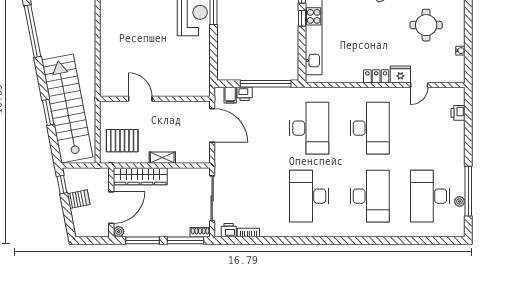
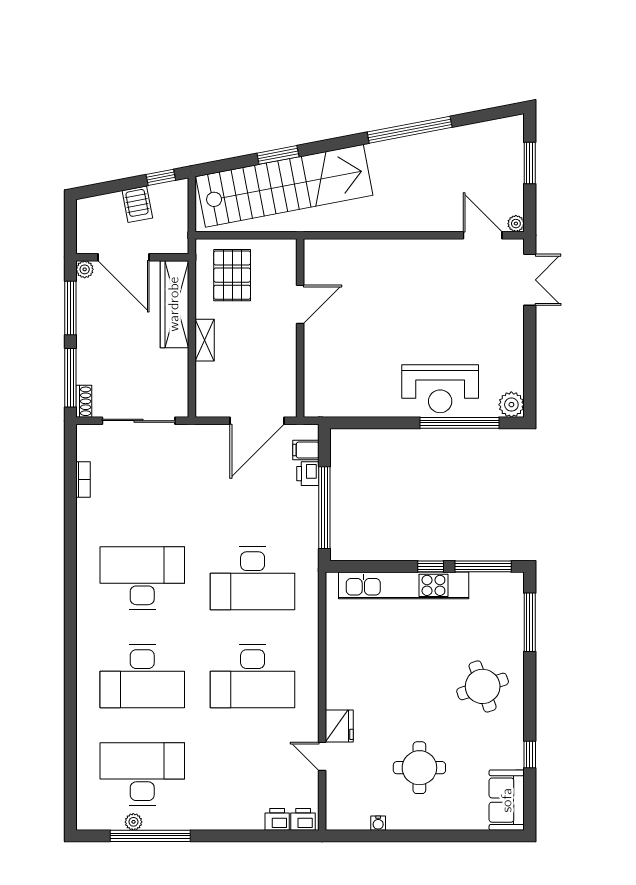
locker: (376, 76) -> (336, 687), removed
printer: (229, 230) -> (303, 819), moved, turned -90

